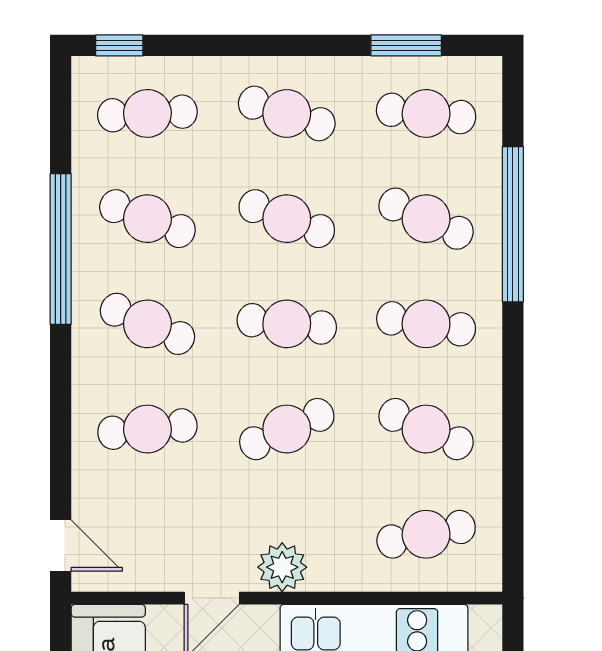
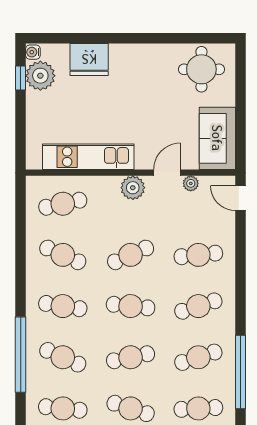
cafe table: (147, 219) -> (198, 357), turned -39
cafe table: (287, 219) -> (131, 357), turned -33
window: (61, 249) -> (241, 372), moved
cafe table: (147, 324) -> (198, 306), turned -42
plant: (163, 576) -> (191, 183), added

